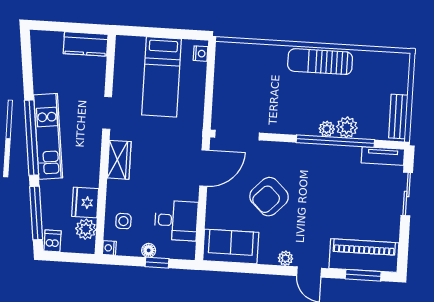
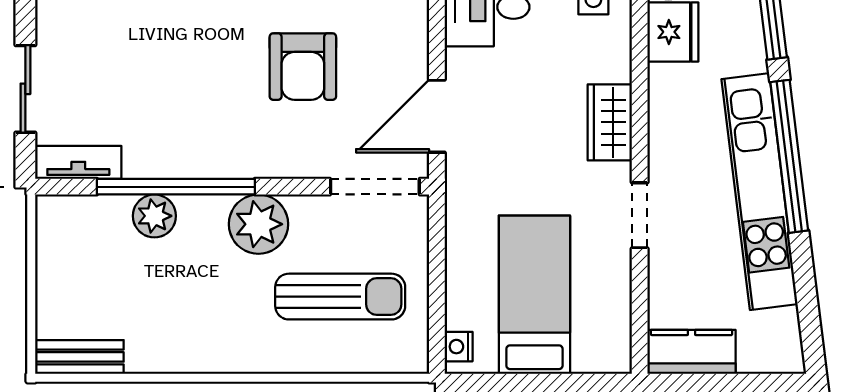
sun lounger: (320, 62) -> (340, 297), moved
bench: (398, 116) -> (79, 357), moved, turned 90
plant: (327, 129) -> (258, 224), moved, width x1.87, depth x1.87
kitchen unit: (48, 136) -> (760, 192), width x1.36
armchair: (269, 197) -> (303, 67), turned 136

